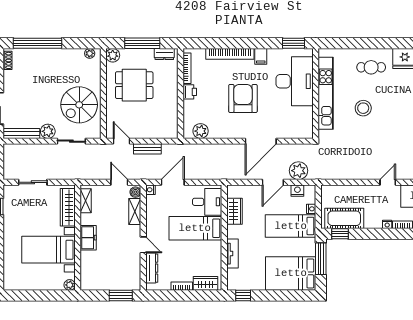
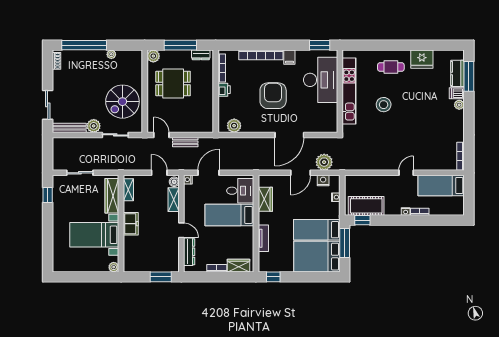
plant: (90, 53) -> (111, 54), moved
bed: (291, 226) -> (317, 230), moved

